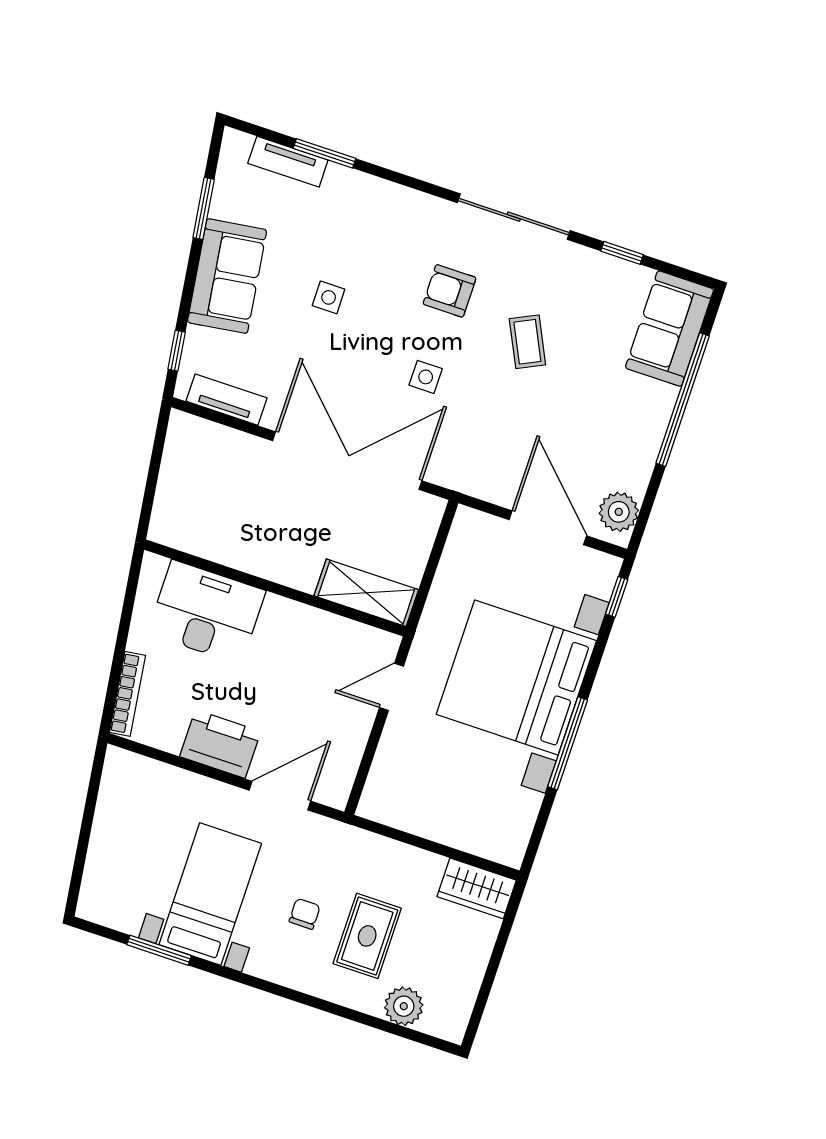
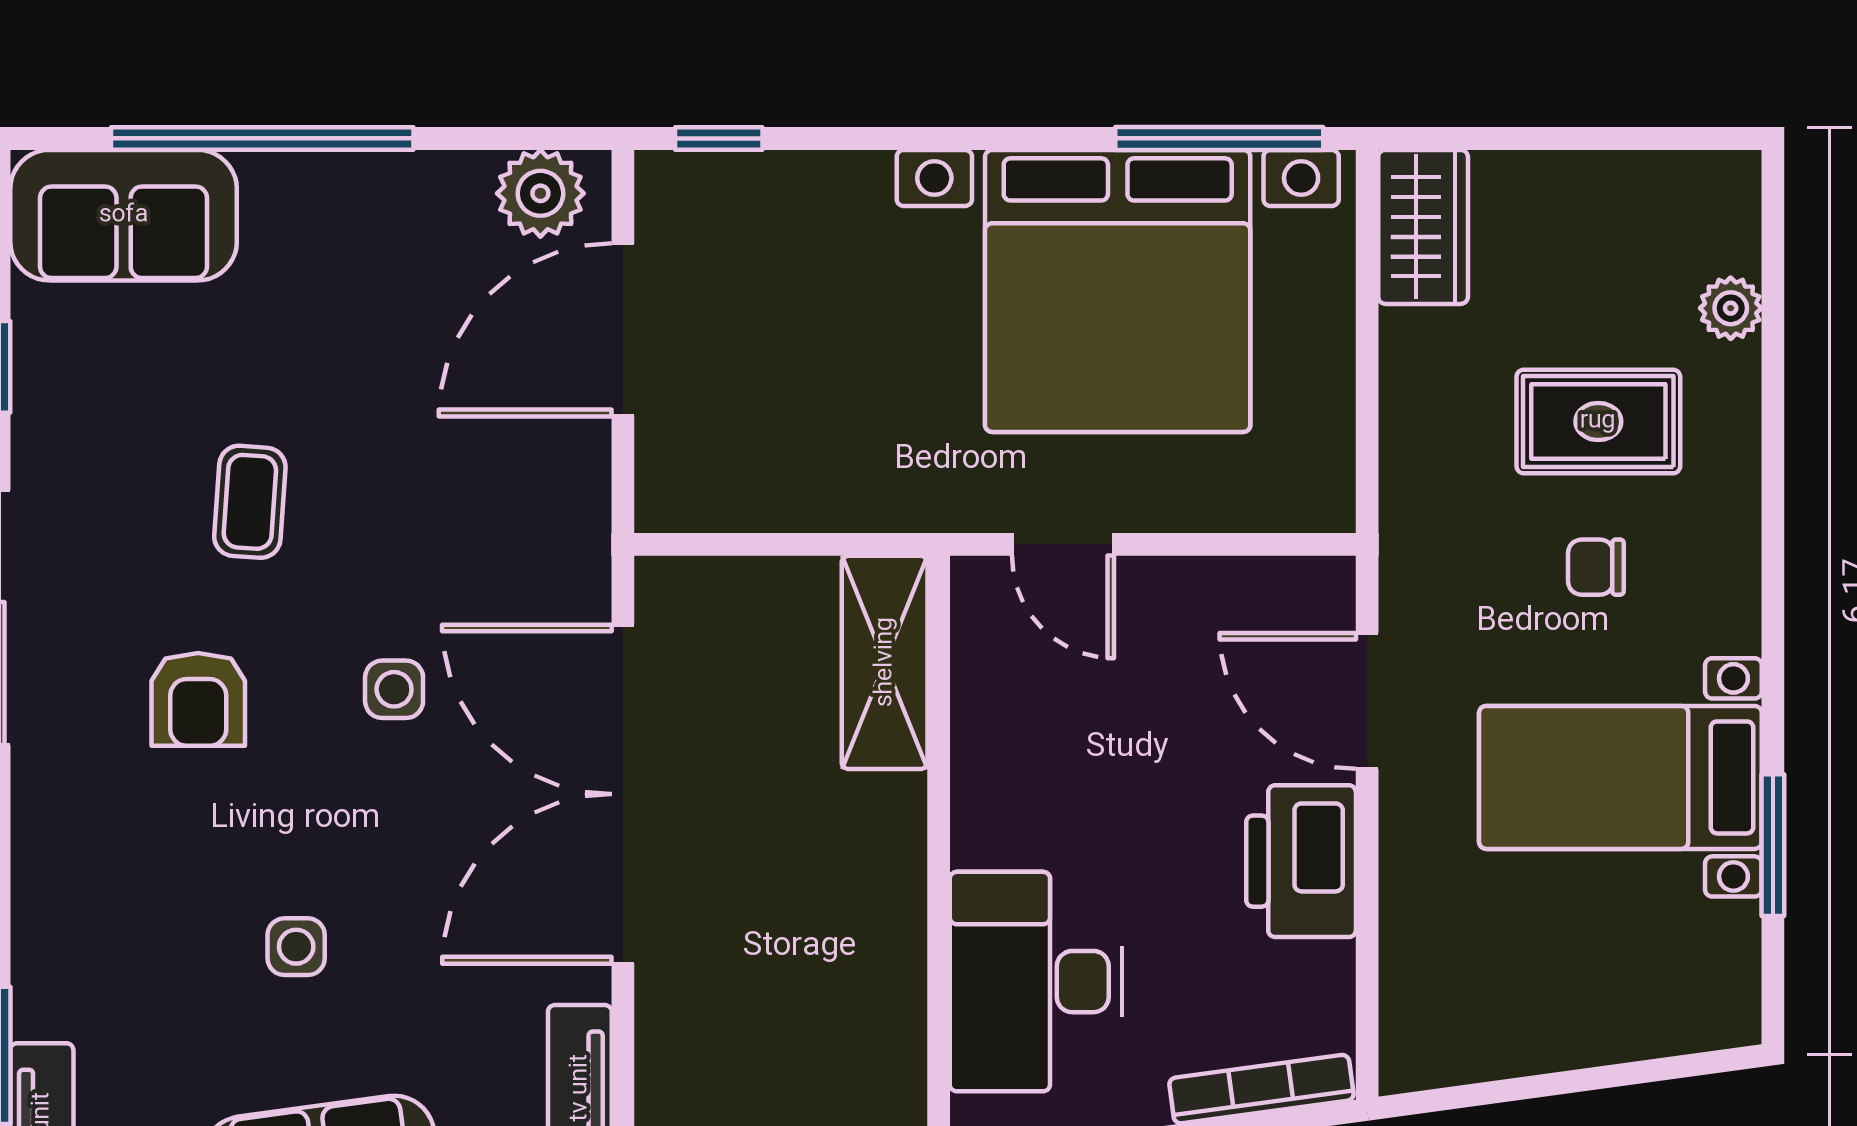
coffee table: (527, 342) -> (250, 502), turned -60
bed with nightstands: (516, 678) -> (1118, 291), moved
window: (568, 743) -> (1219, 138), moved
plant: (404, 1006) -> (1731, 308), width x0.73, depth x0.73

